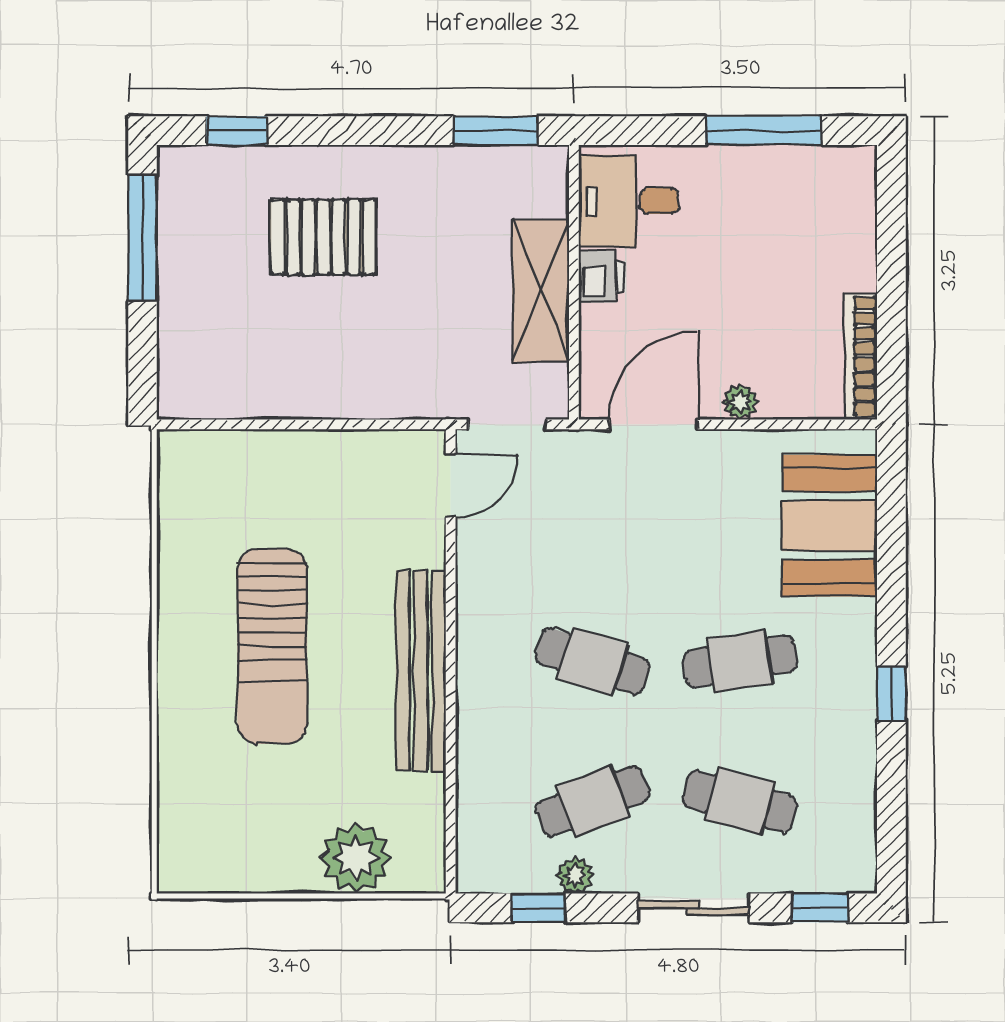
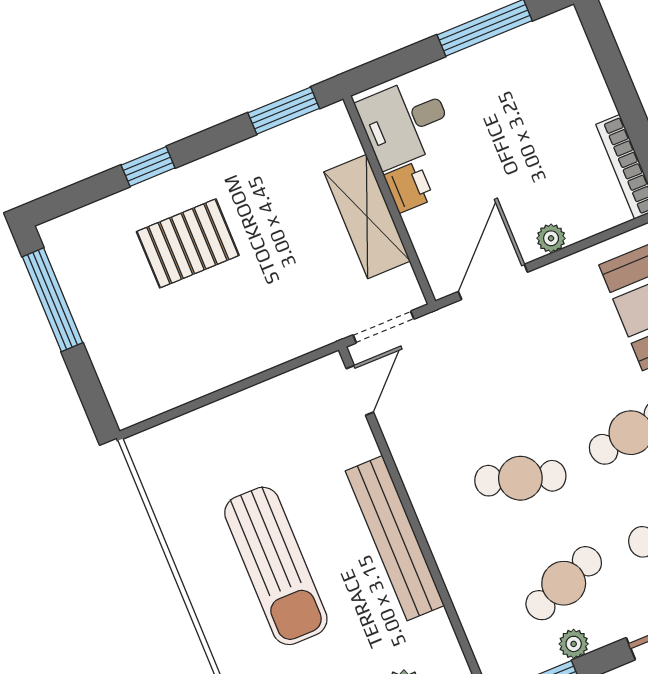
window: (237, 131) -> (148, 166), moved

